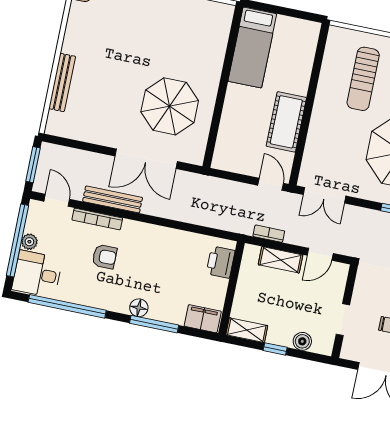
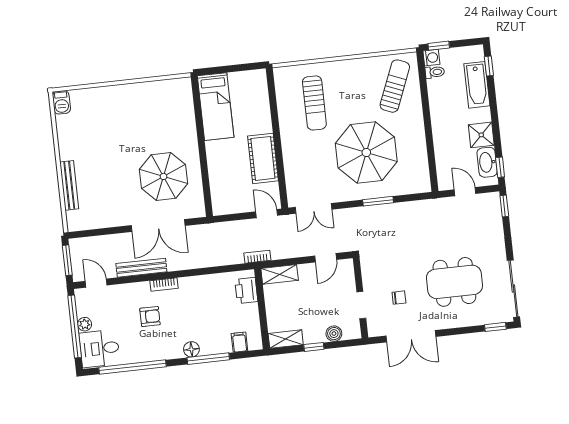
bookcase: (97, 219) -> (164, 284), moved, width x0.64
bookcase: (269, 234) -> (257, 257), moved
shelving: (281, 260) -> (280, 274), moved
filing cabinet: (203, 319) -> (239, 342), width x0.50

